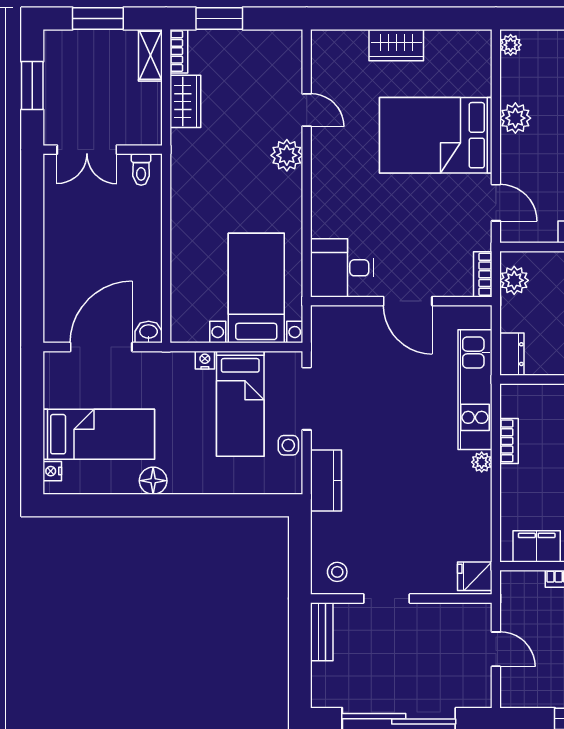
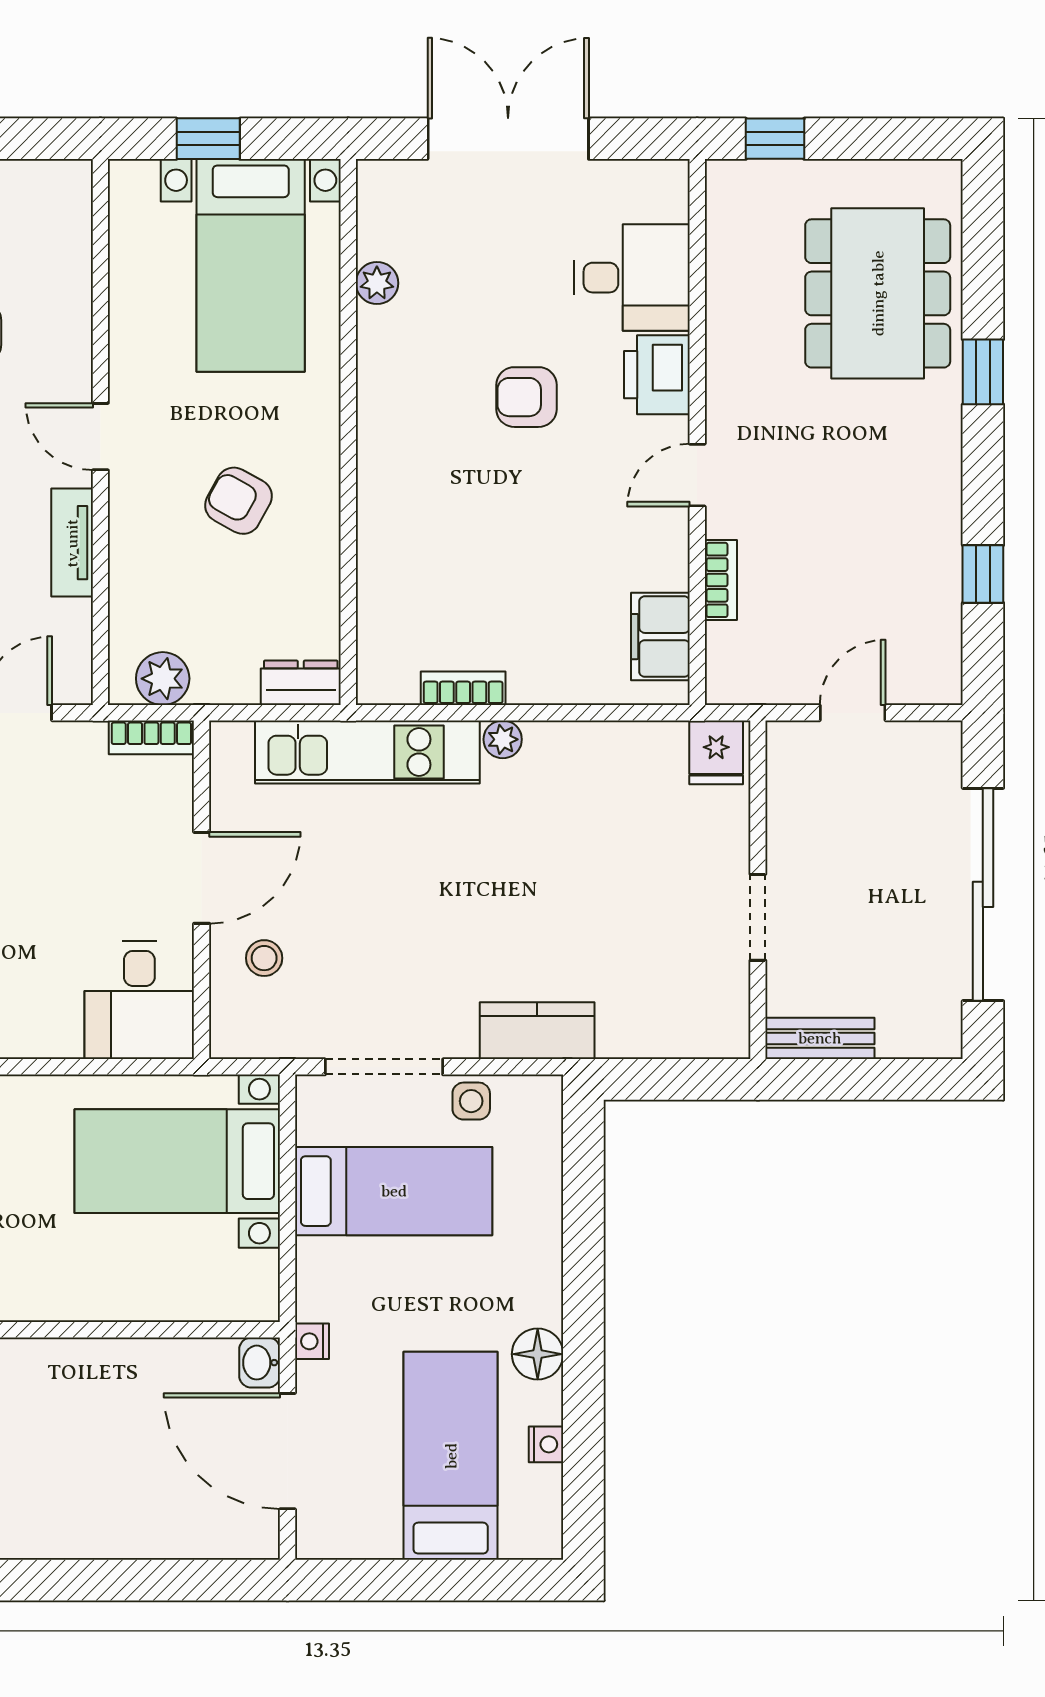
nightstand: (205, 360) -> (312, 1341), moved
nightstand: (52, 471) -> (546, 1444), moved, turned -90
stool: (337, 572) -> (264, 958), moved

